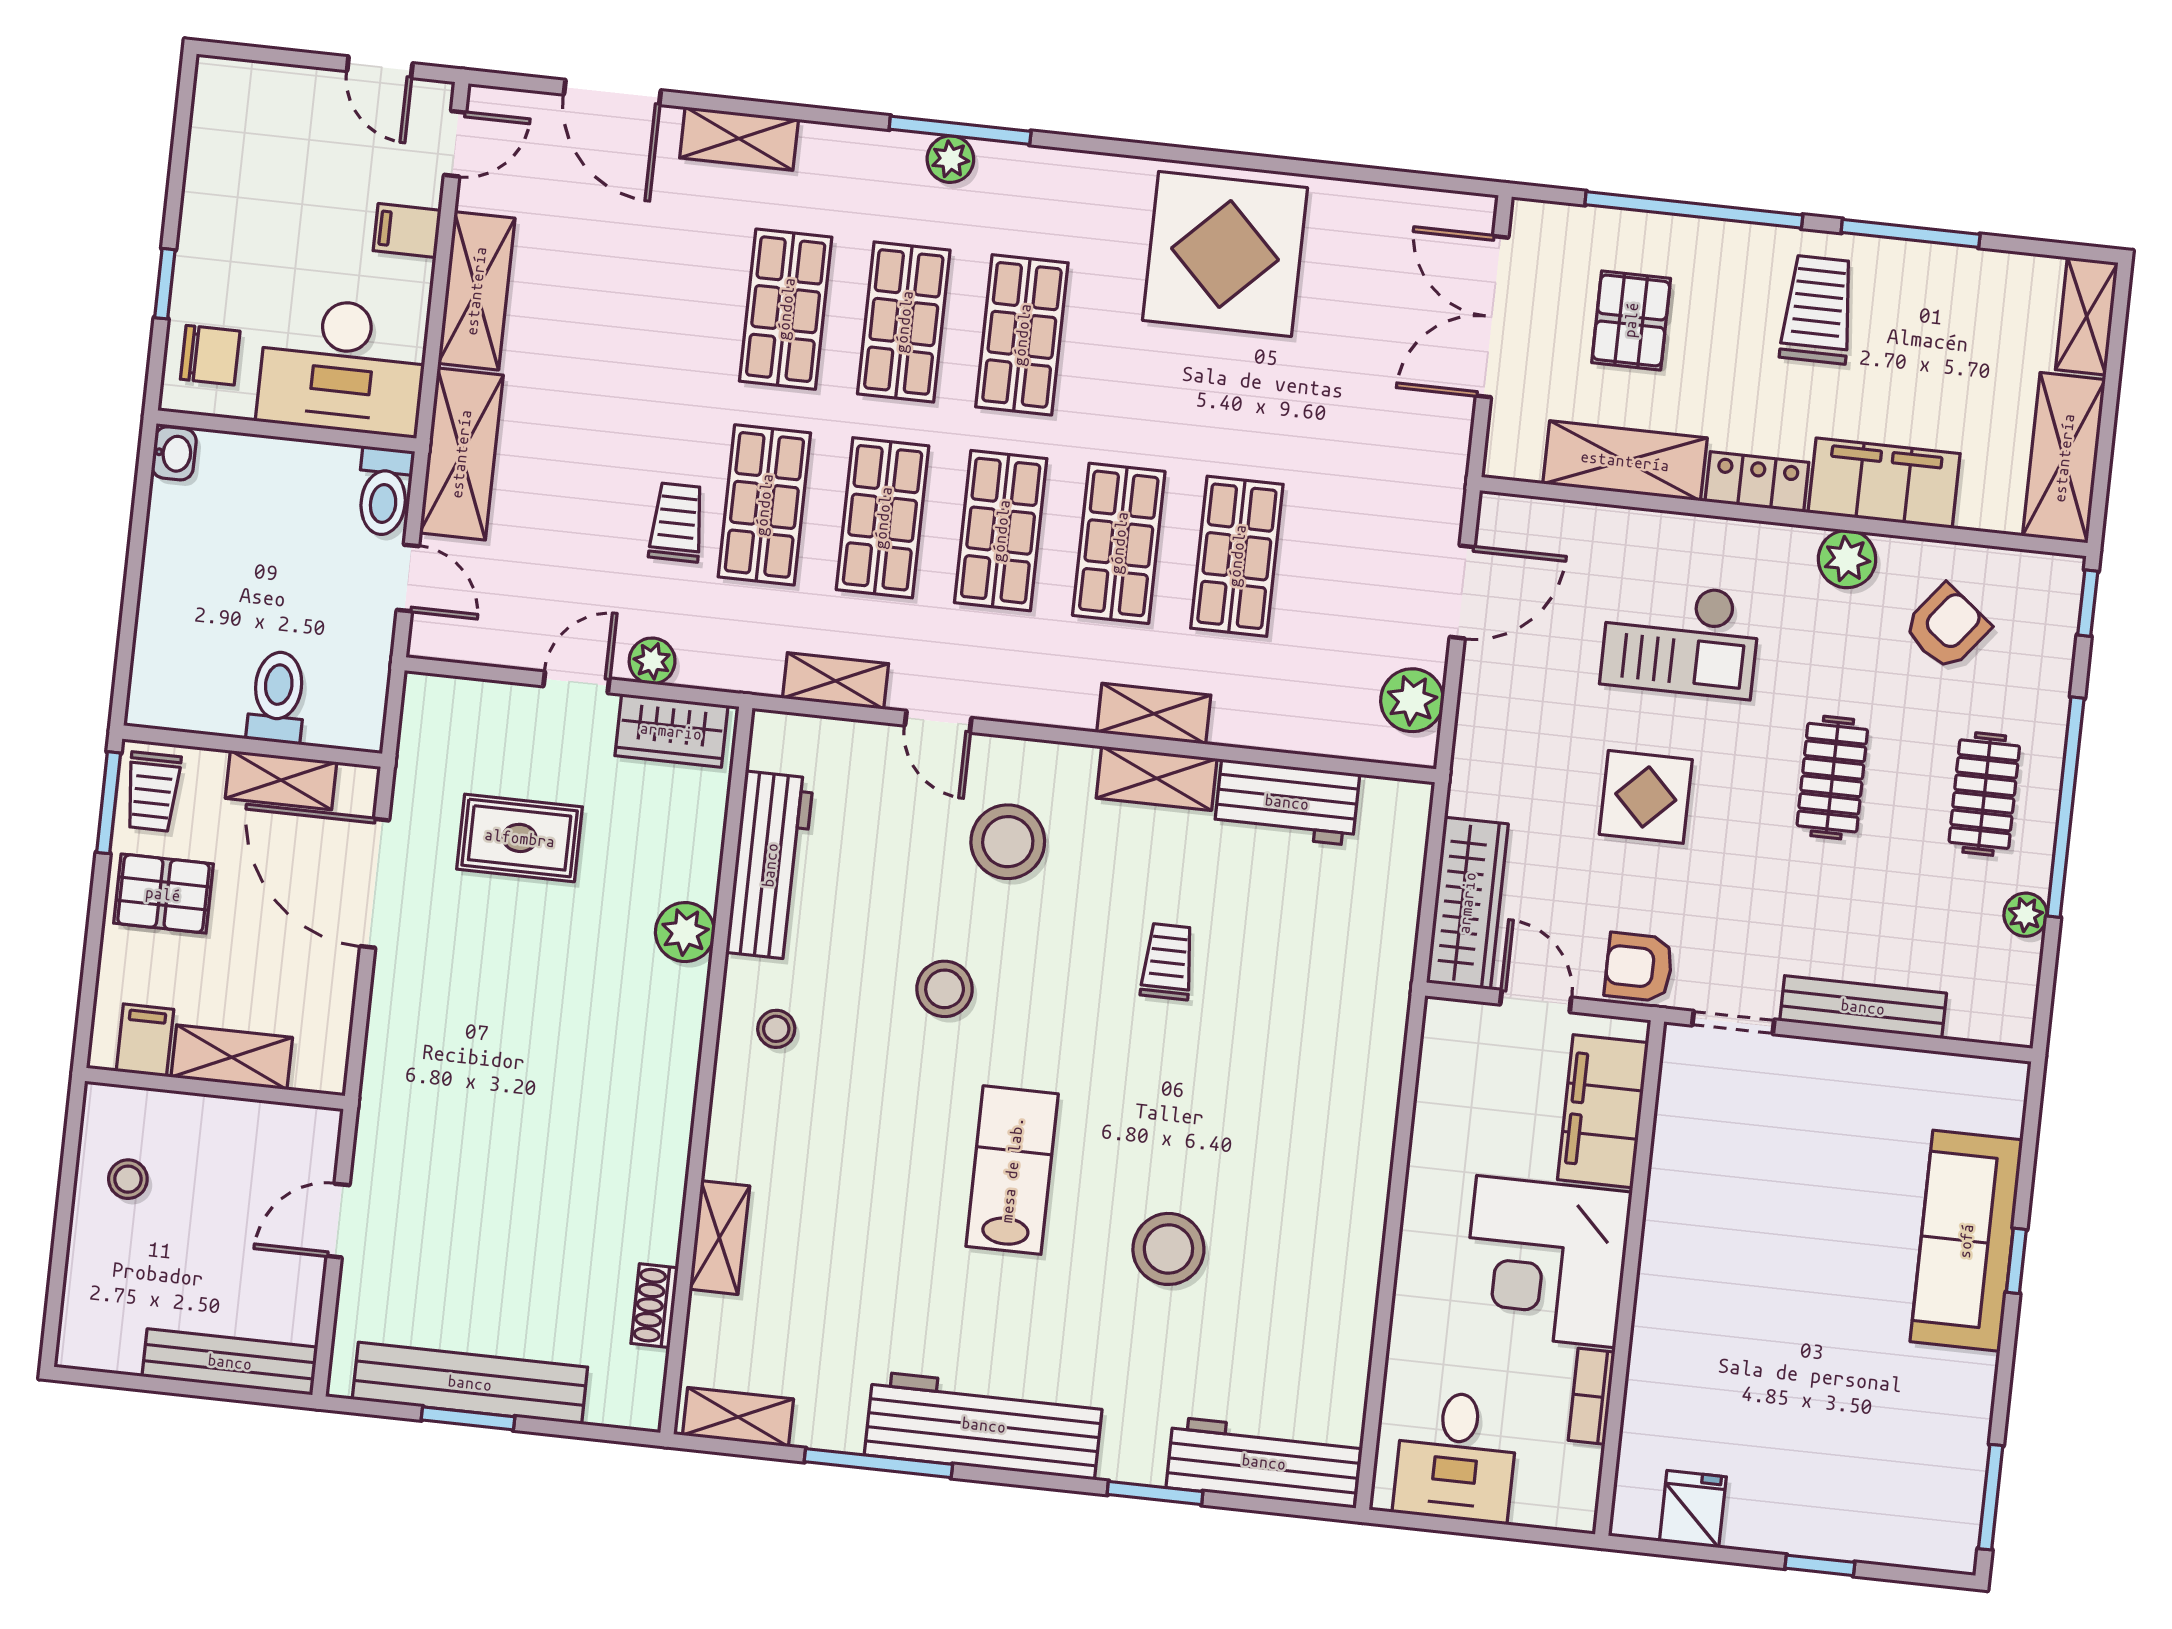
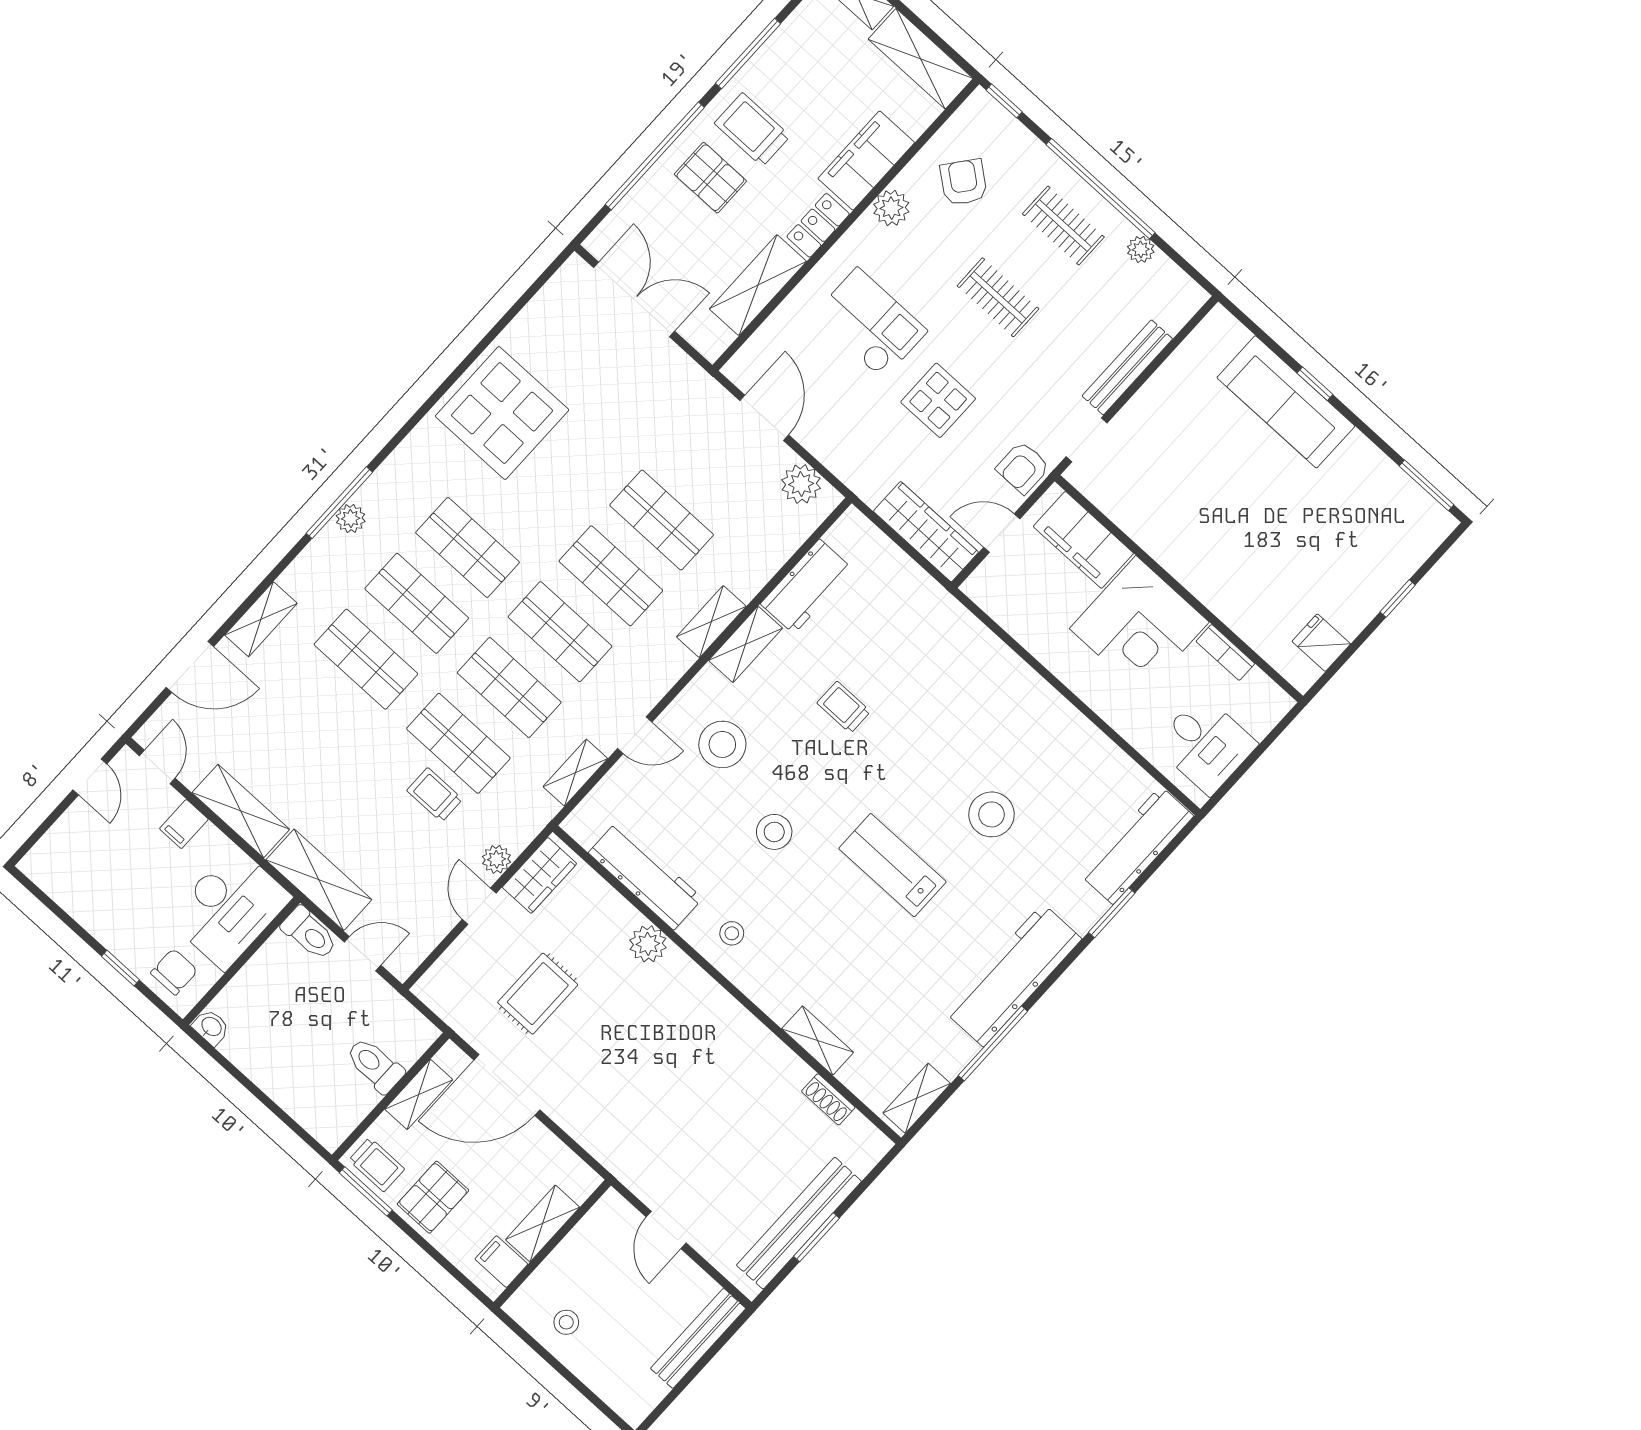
door: (380, 67) -> (90, 777), hinge flipped
double door: (1492, 317) -> (634, 299), swing flipped
pallet: (1631, 320) -> (710, 178), moved
checkout: (1680, 639) -> (870, 323), turned -90

